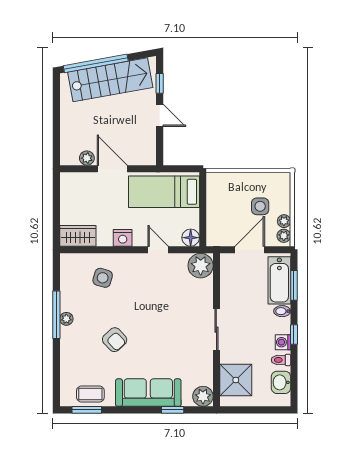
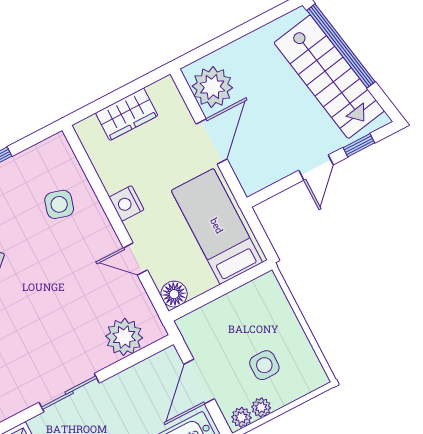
plant: (87, 158) -> (212, 87), width x1.87, depth x1.87
wardrobe: (78, 236) -> (127, 114), moved, turned 90
door: (158, 250) -> (135, 259), swing flipped
door: (250, 250) -> (199, 381), swing flipped
plant: (201, 266) -> (124, 337), moved

